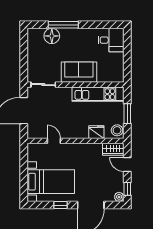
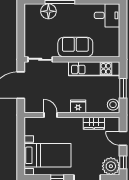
fridge: (96, 132) -> (78, 106), moved
wardrobe: (113, 149) -> (94, 123), moved
plant: (119, 197) -> (111, 166), width x1.87, depth x1.87

